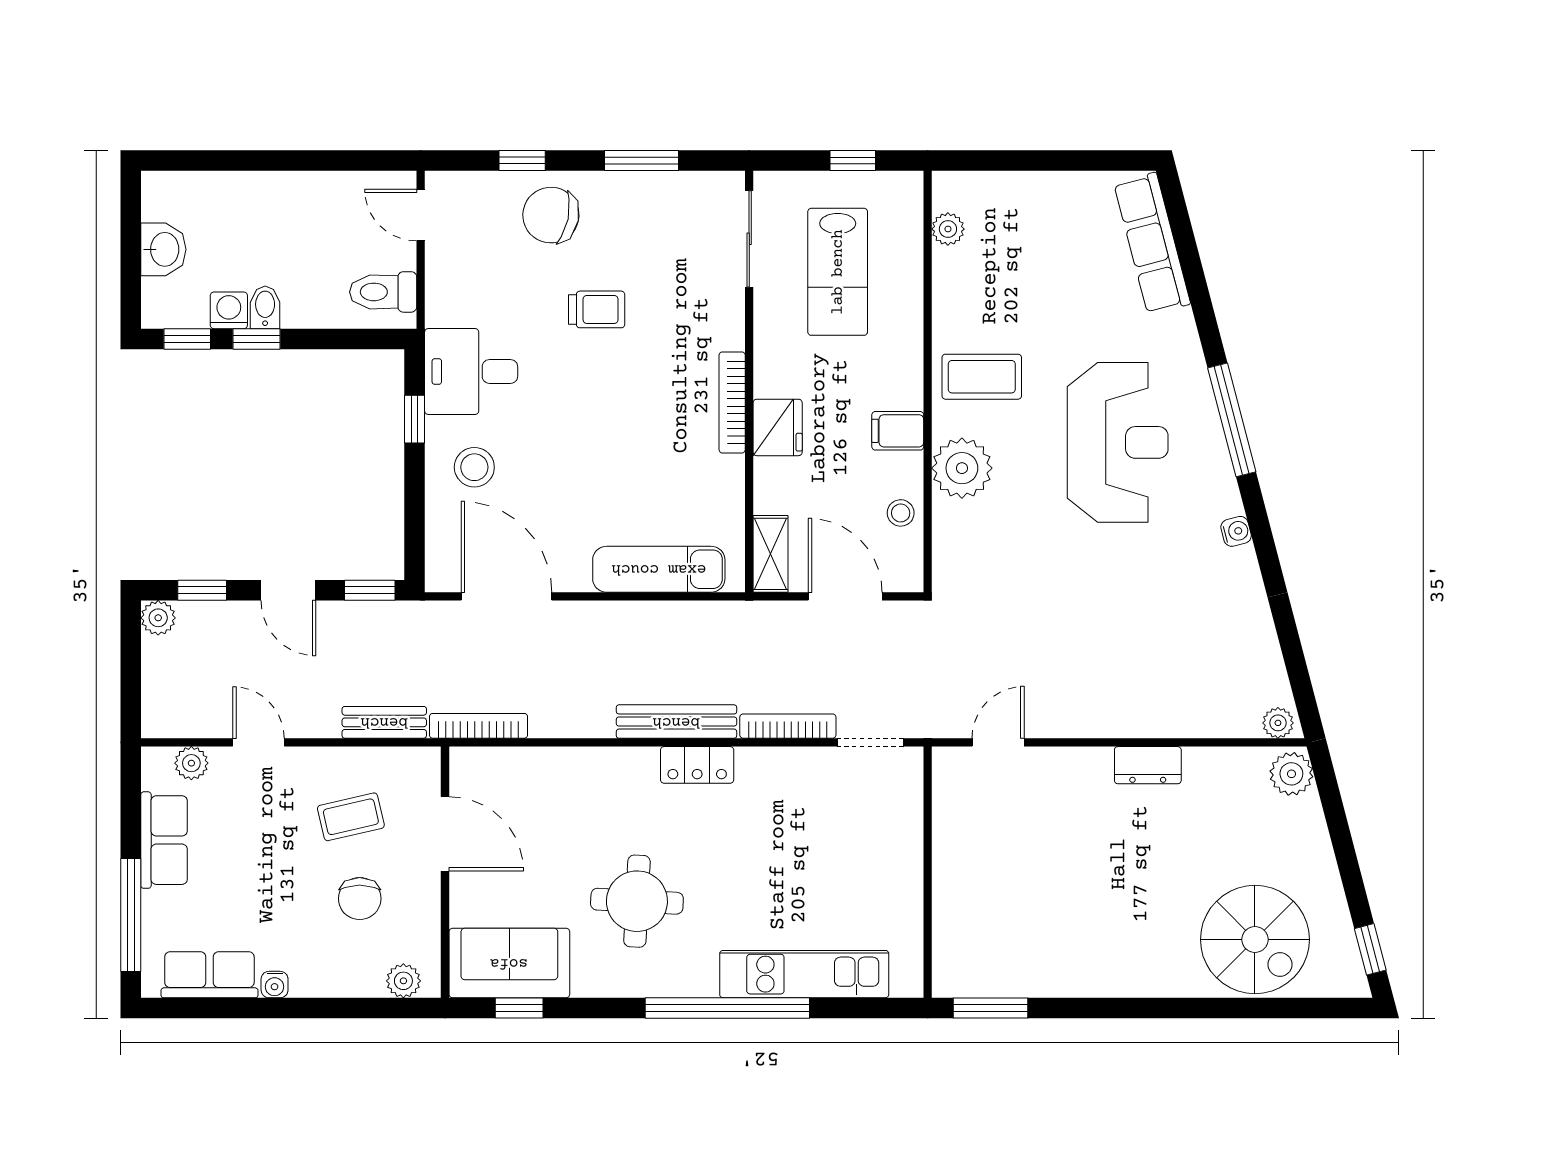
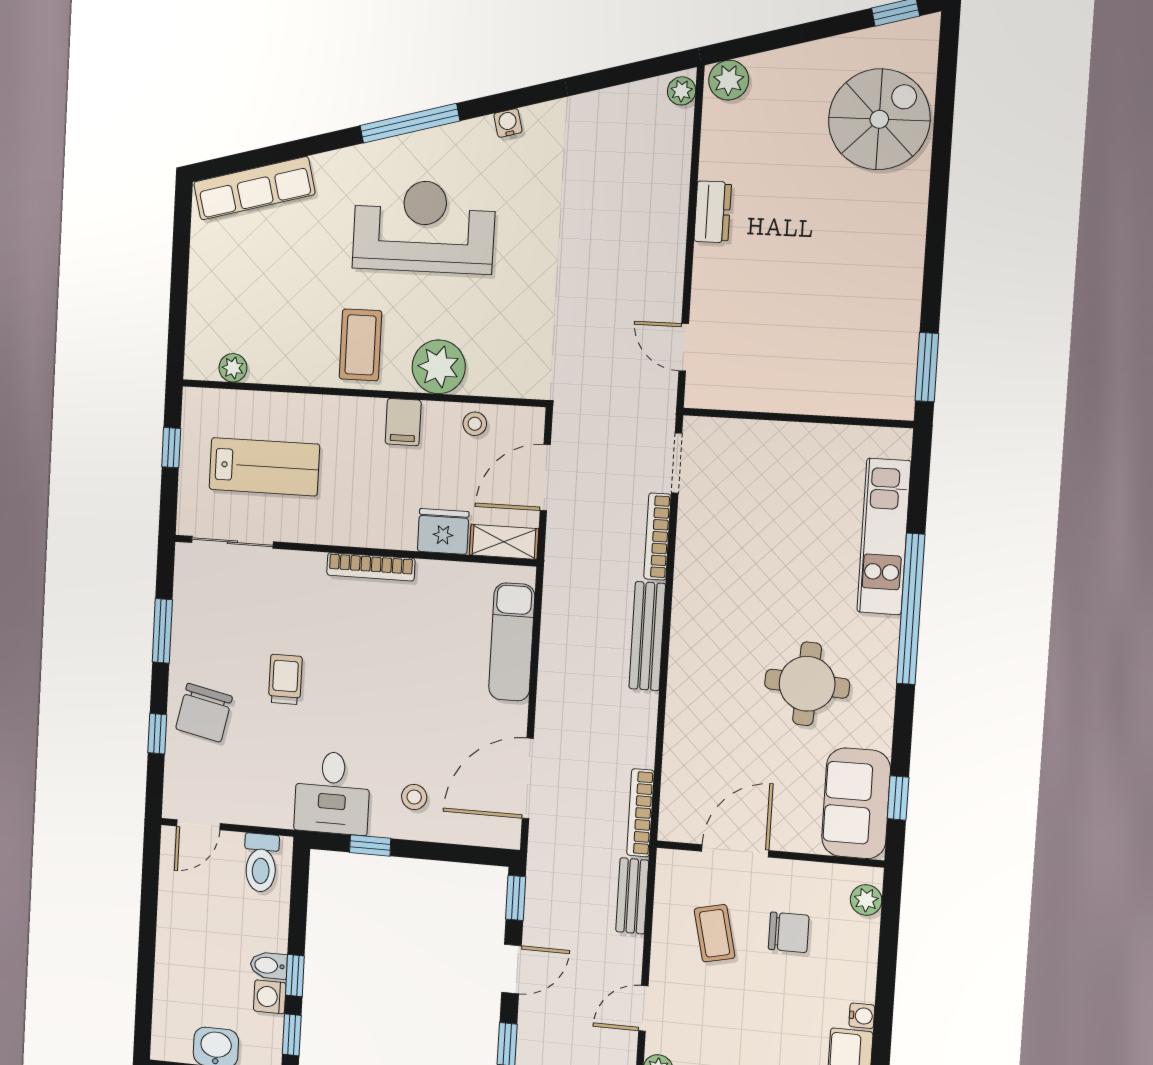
fridge: (778, 427) -> (443, 531), moved
stool: (474, 467) -> (414, 797), width x0.73, depth x0.73
locker: (697, 765) -> (687, 620), removed

